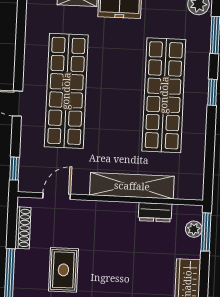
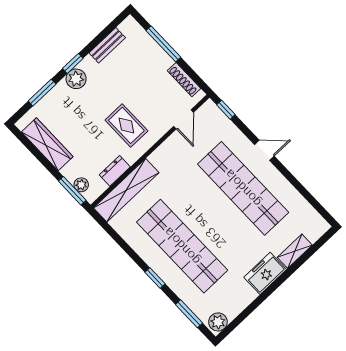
shelving: (132, 186) -> (126, 190), moved
rug: (63, 270) -> (126, 125), moved

